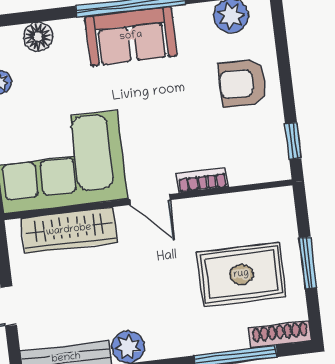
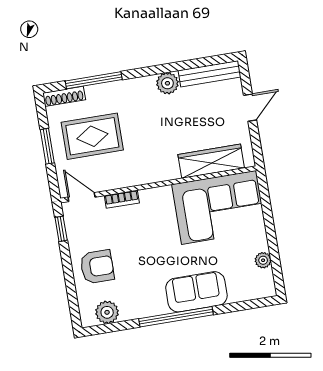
sofa: (131, 36) -> (196, 292), moved
floor lamp: (38, 37) -> (238, 292), removed
door: (150, 200) -> (82, 197), moved

